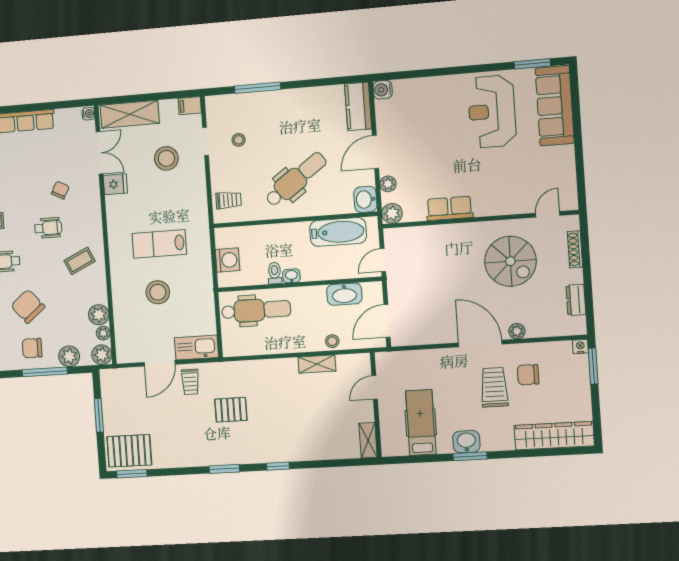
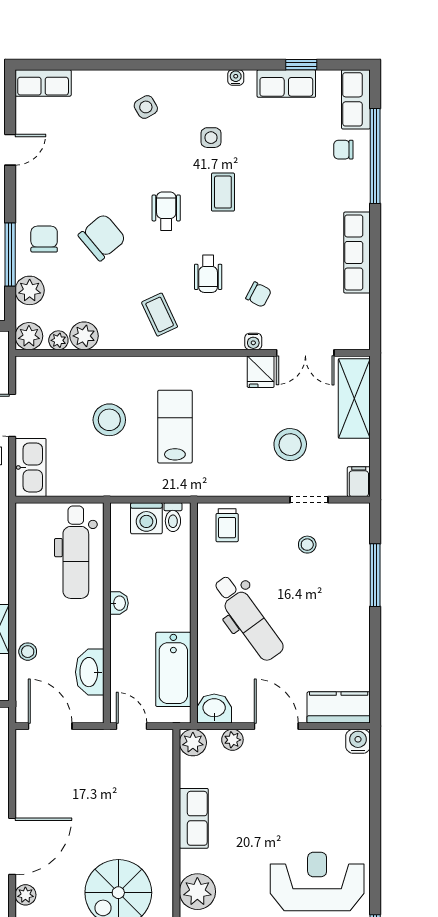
water cooler: (88, 114) -> (253, 341), moved
plant: (506, 201) -> (197, 892), added
toilet: (275, 273) -> (173, 517), moved, turned 90

